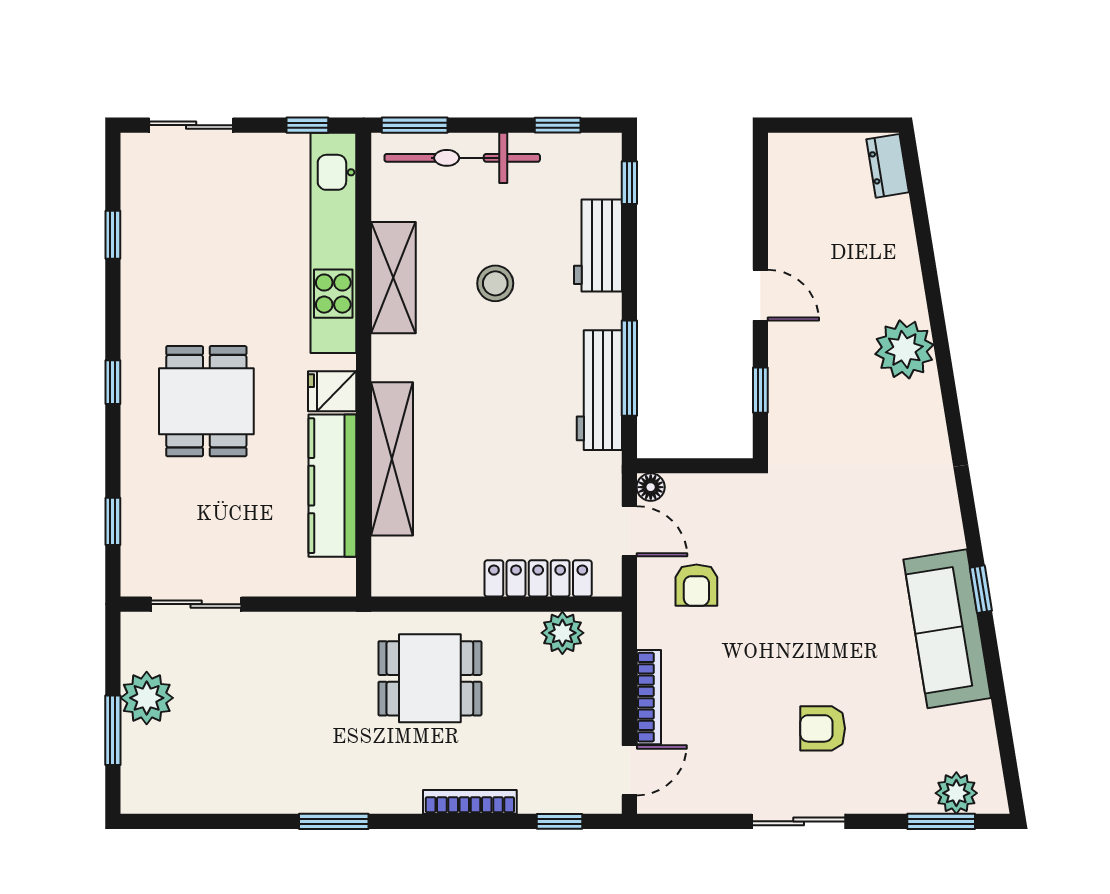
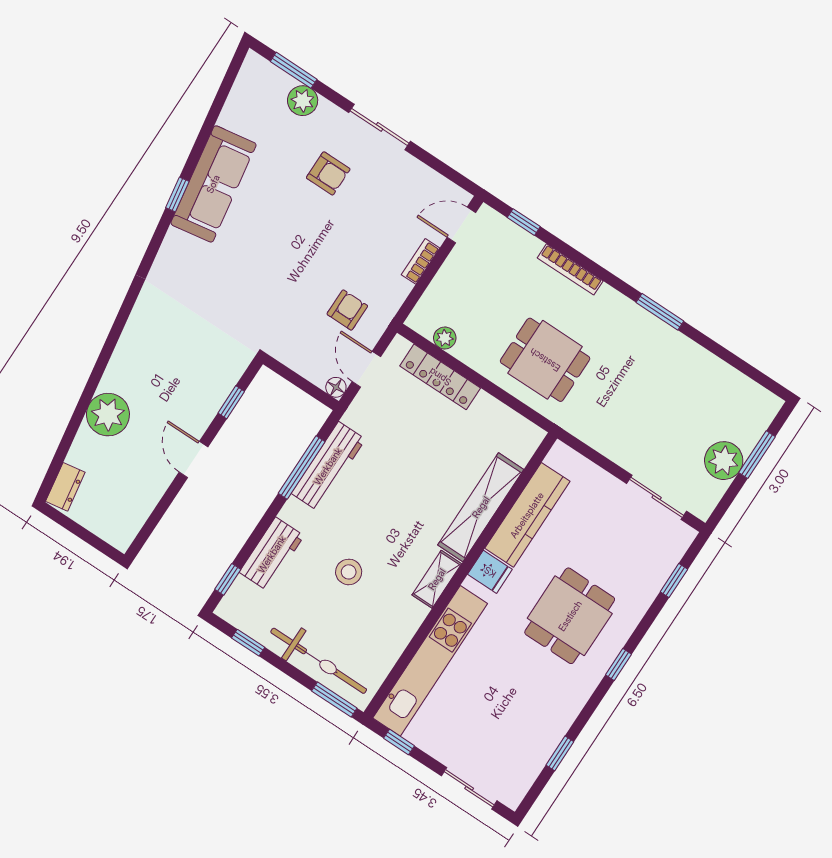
shelving: (393, 278) -> (437, 579), moved, width x0.67, depth x0.75
plant: (904, 349) -> (108, 415), moved
plant: (562, 633) -> (445, 338), width x0.73, depth x0.73
bookcase: (649, 697) -> (421, 261), width x0.64
plant: (956, 793) -> (303, 101), moved

